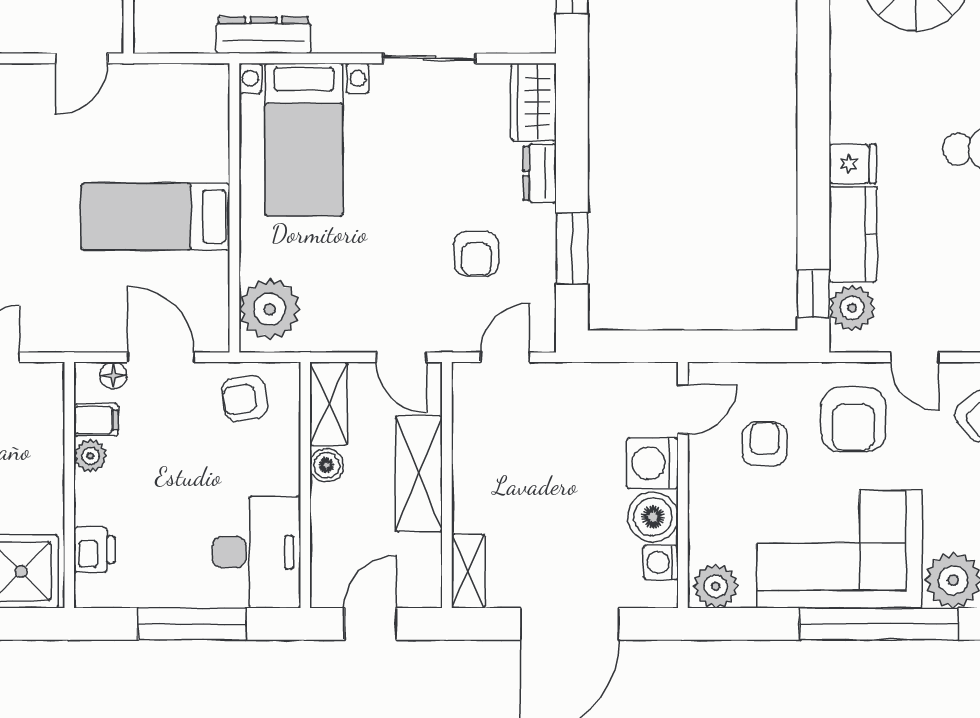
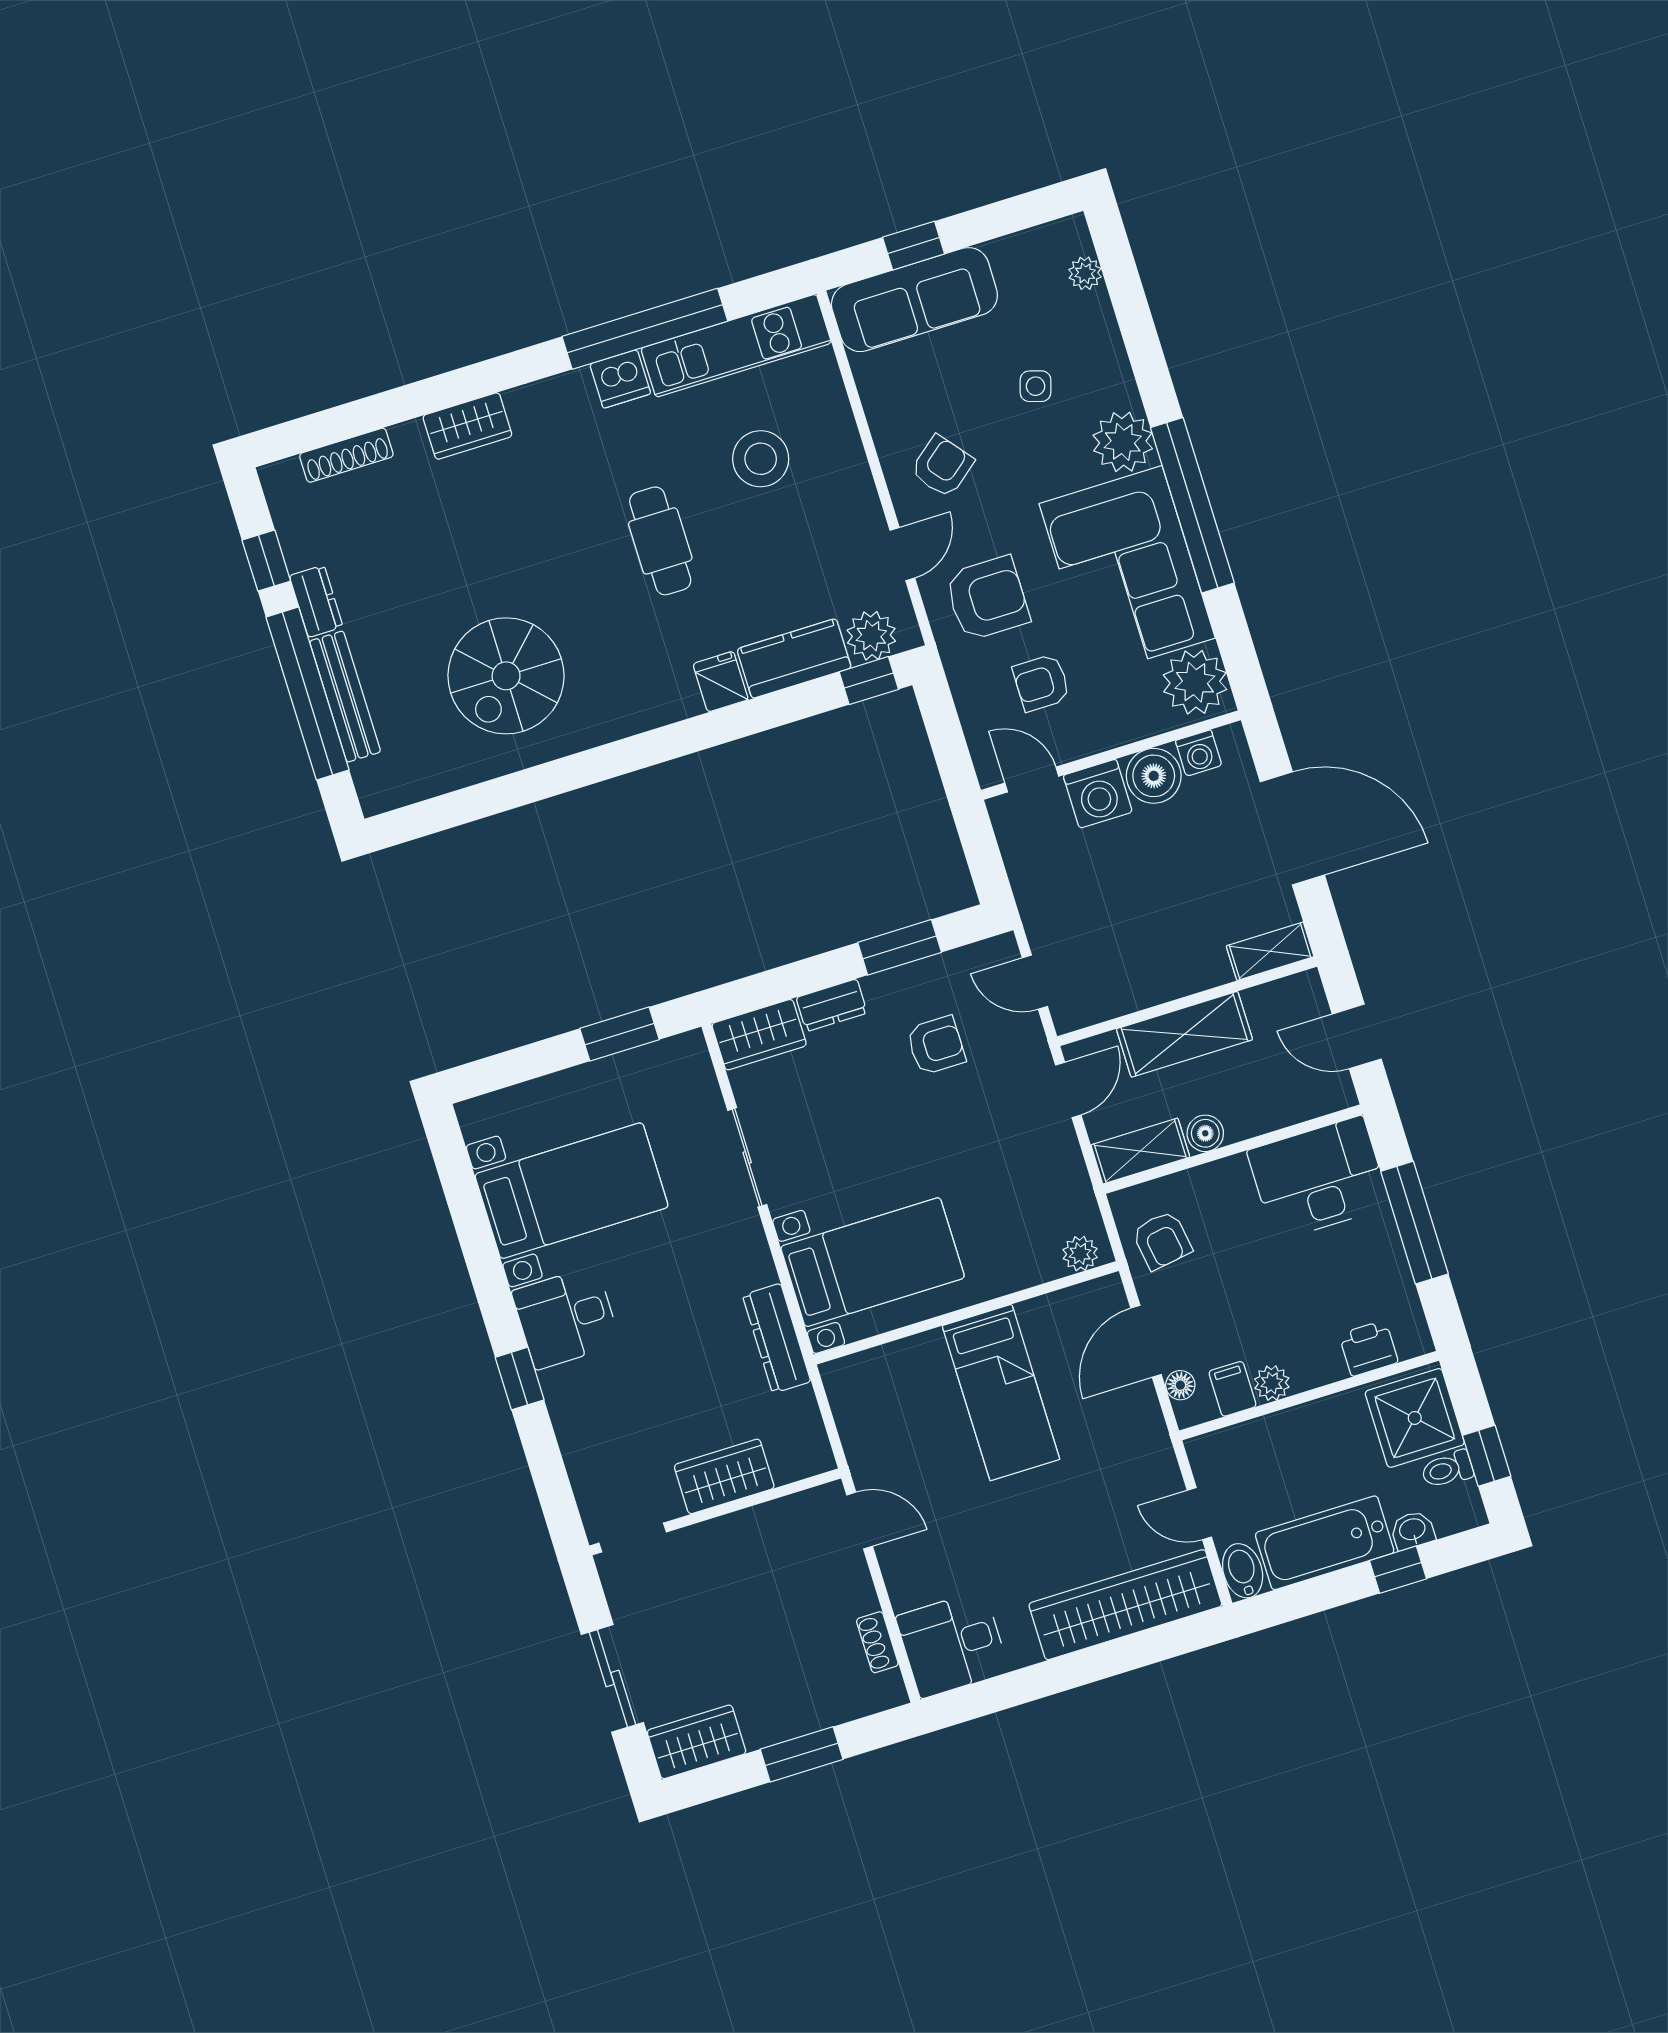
plant: (270, 309) -> (1080, 1254), width x0.53, depth x0.53
plant: (716, 586) -> (1195, 682), width x1.36, depth x1.36

